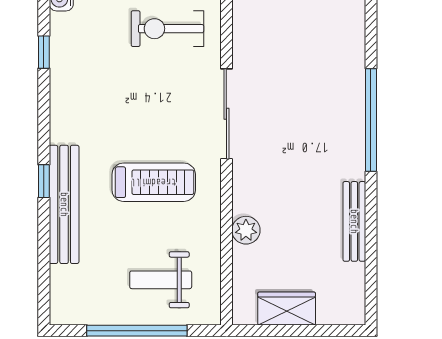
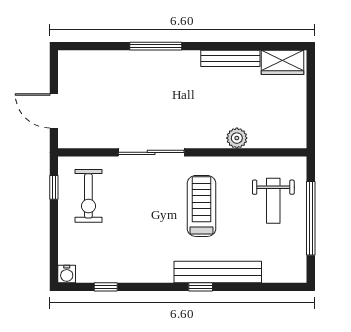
window: (371, 120) -> (156, 46), width x0.68
wardrobe: (287, 309) -> (283, 62), moved, turned -90

